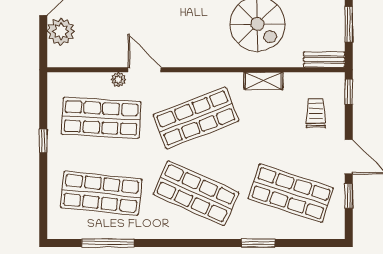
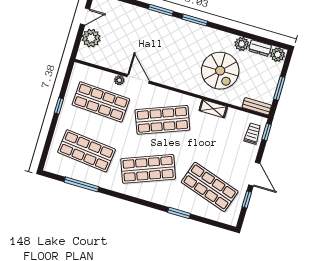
trolley: (316, 113) -> (253, 134), moved
shop shelf: (196, 193) -> (148, 169), turned -45

